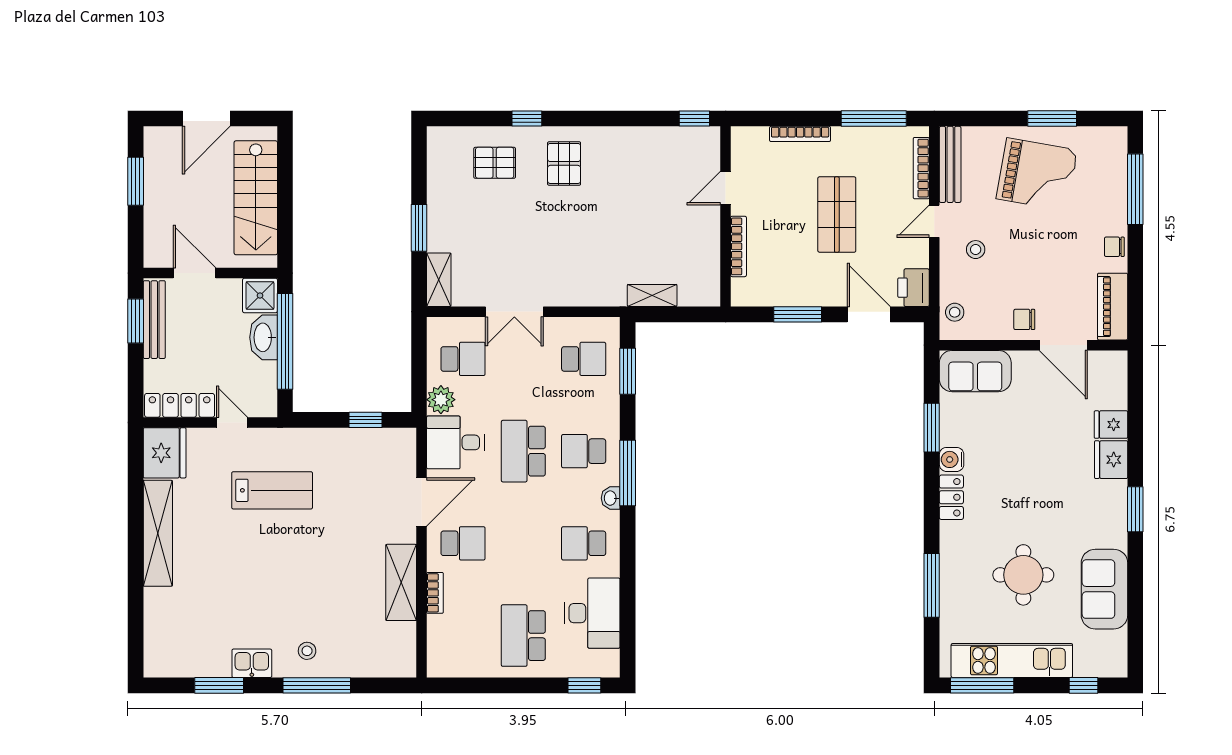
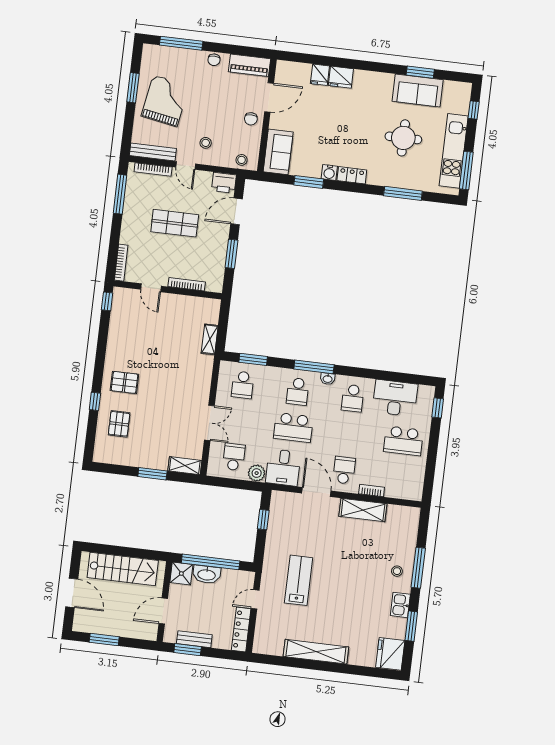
bookcase: (800, 134) -> (121, 263), moved
bench: (154, 320) -> (194, 639), width x0.73
school desk: (584, 359) -> (243, 385), turned 180
fridge: (165, 453) -> (390, 654), moved, turned -90
window: (1135, 509) -> (420, 72), moved

